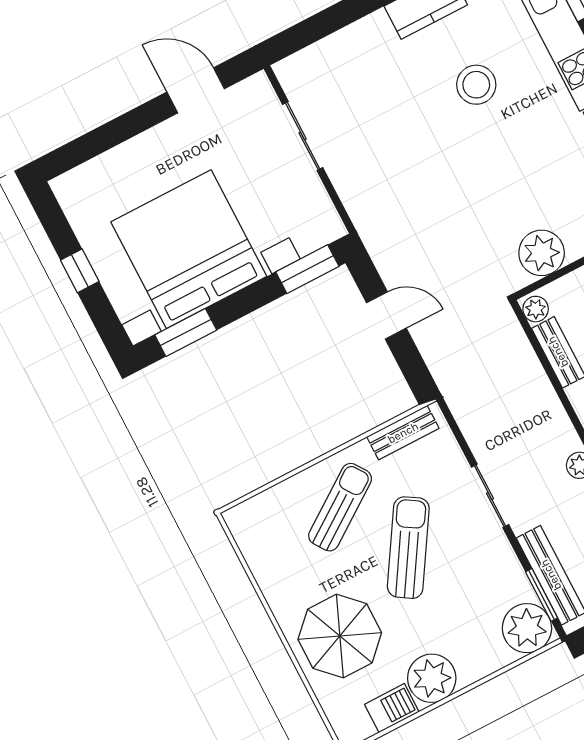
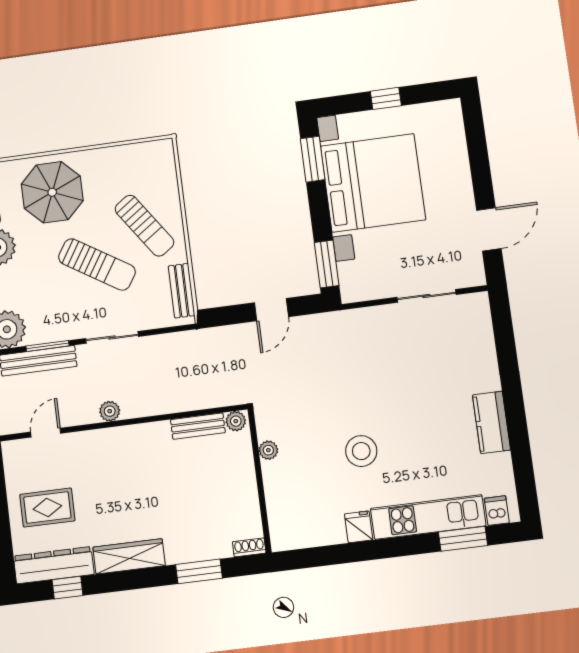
stool: (476, 85) -> (361, 451), moved
plant: (542, 253) -> (268, 450), width x0.53, depth x0.53
window: (542, 595) -> (47, 346), moved

